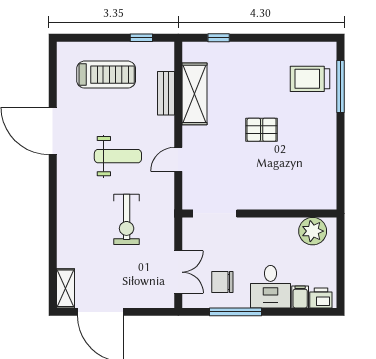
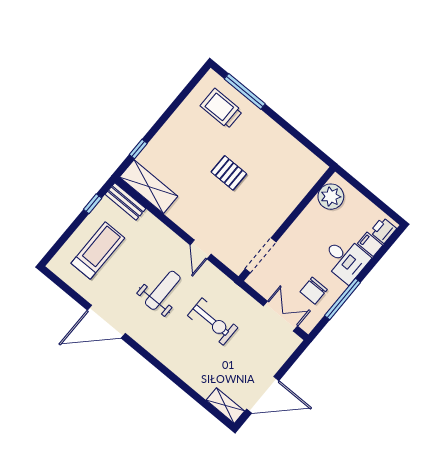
trolley: (310, 79) -> (221, 108), turned 90
bench: (166, 93) -> (125, 201), moved
shelving: (194, 94) -> (149, 187), moved
pallet: (262, 130) -> (229, 173), turned 90

